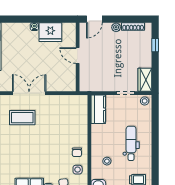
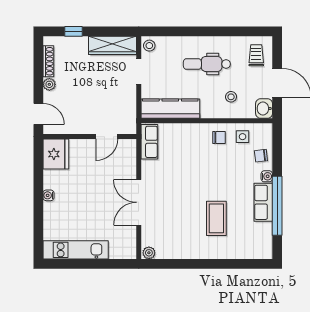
fridge: (50, 32) -> (56, 154), moved
door: (78, 55) -> (107, 137), moved
wardrobe: (145, 80) -> (113, 45), width x1.50
row of seats: (74, 101) -> (149, 142), added
kitchen counter: (98, 109) -> (170, 109), width x1.50
coffee table: (22, 118) -> (216, 218), moved

